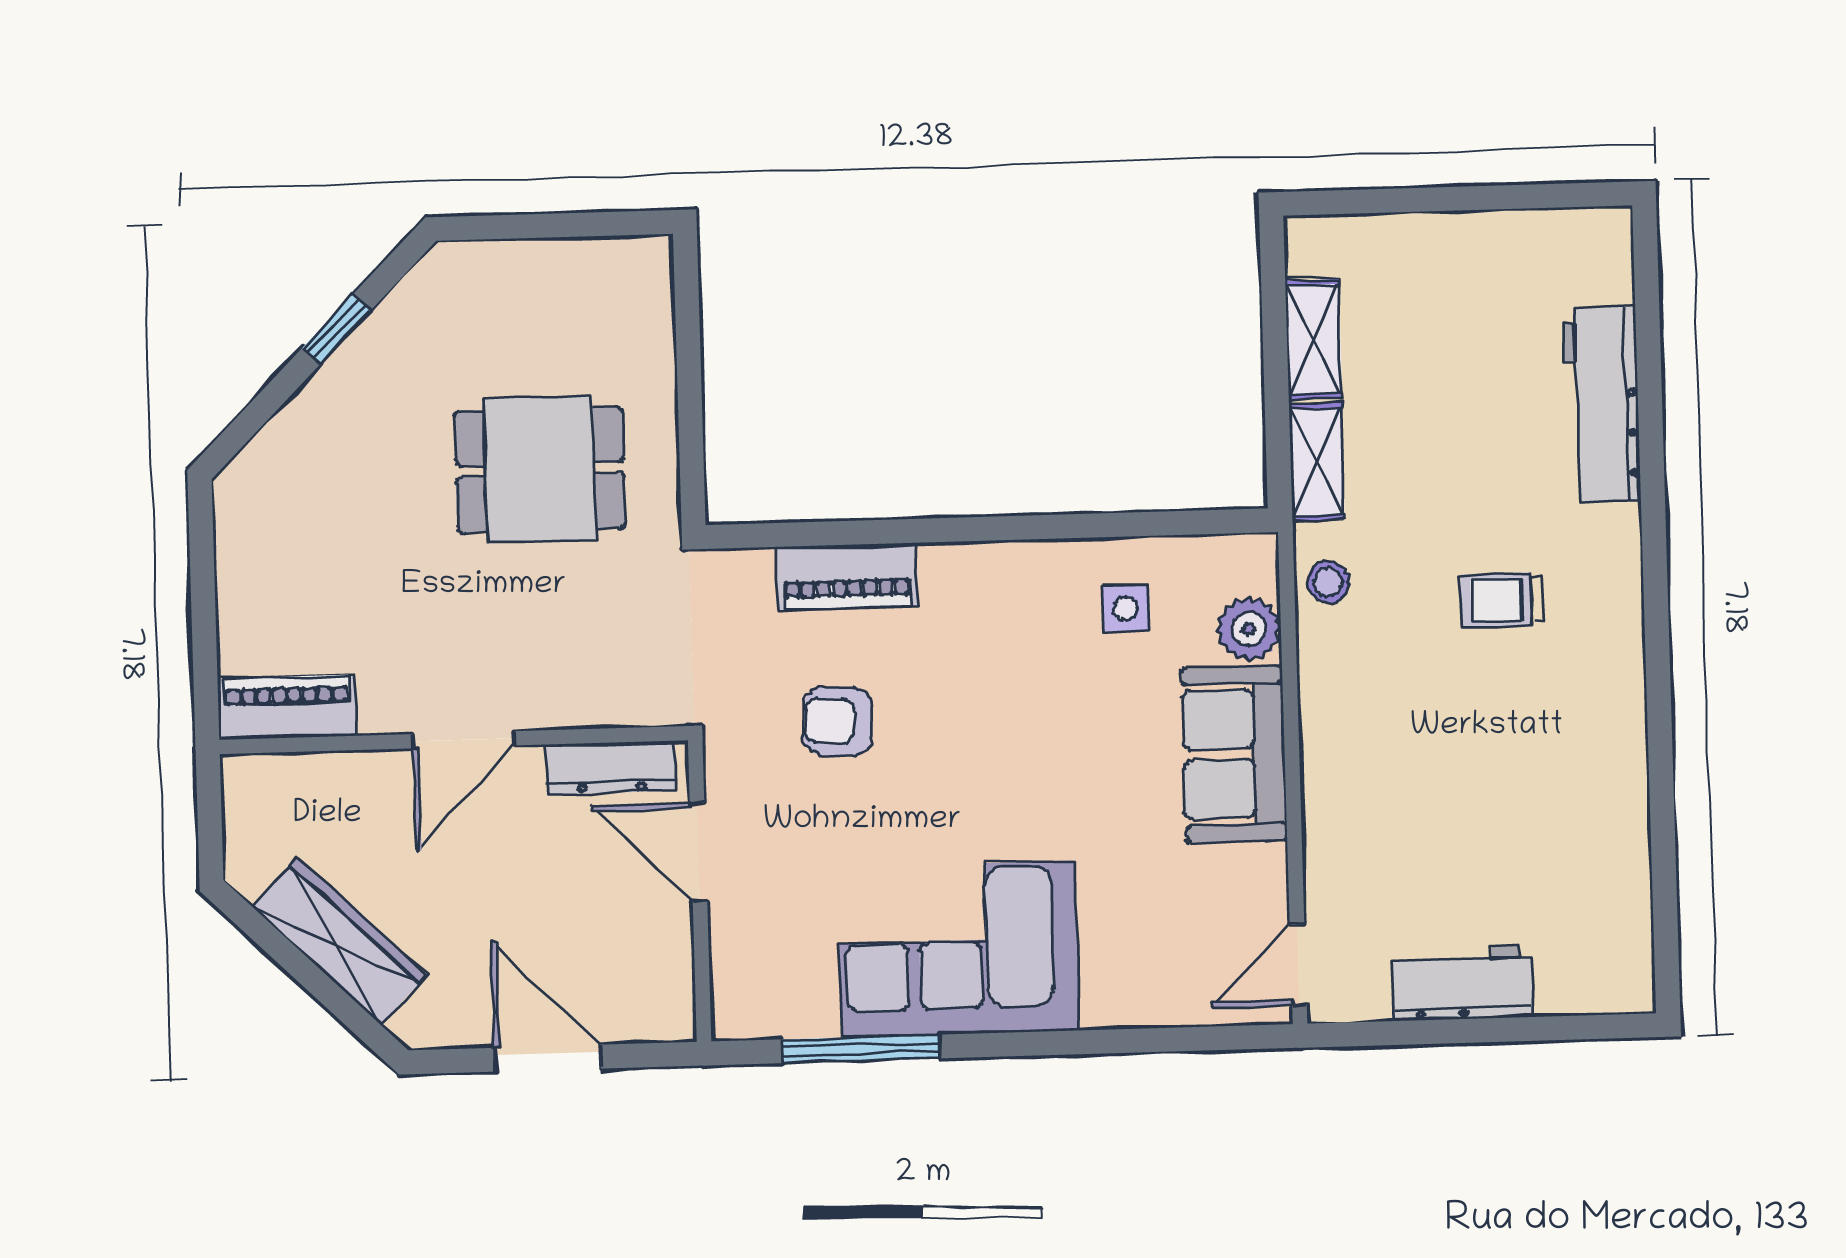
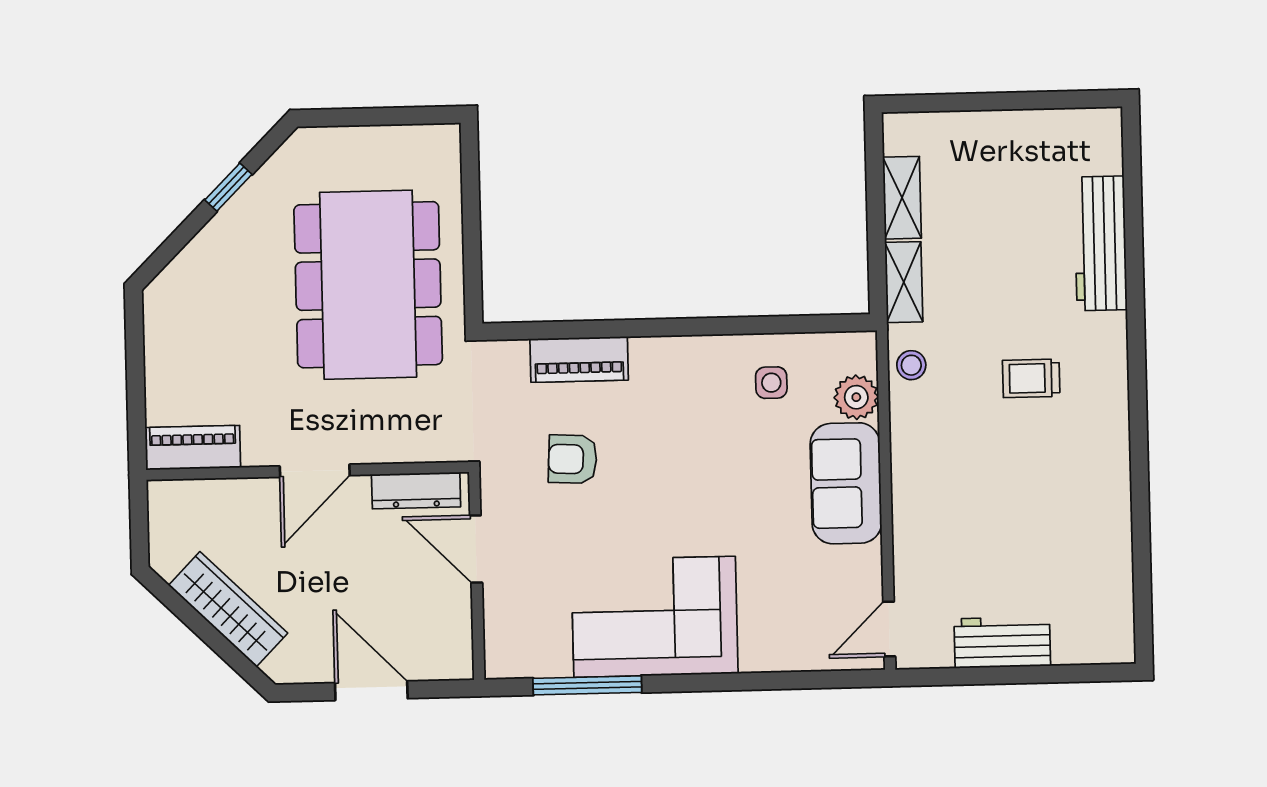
dining table: (540, 470) -> (368, 285), width x1.88, depth x1.24

